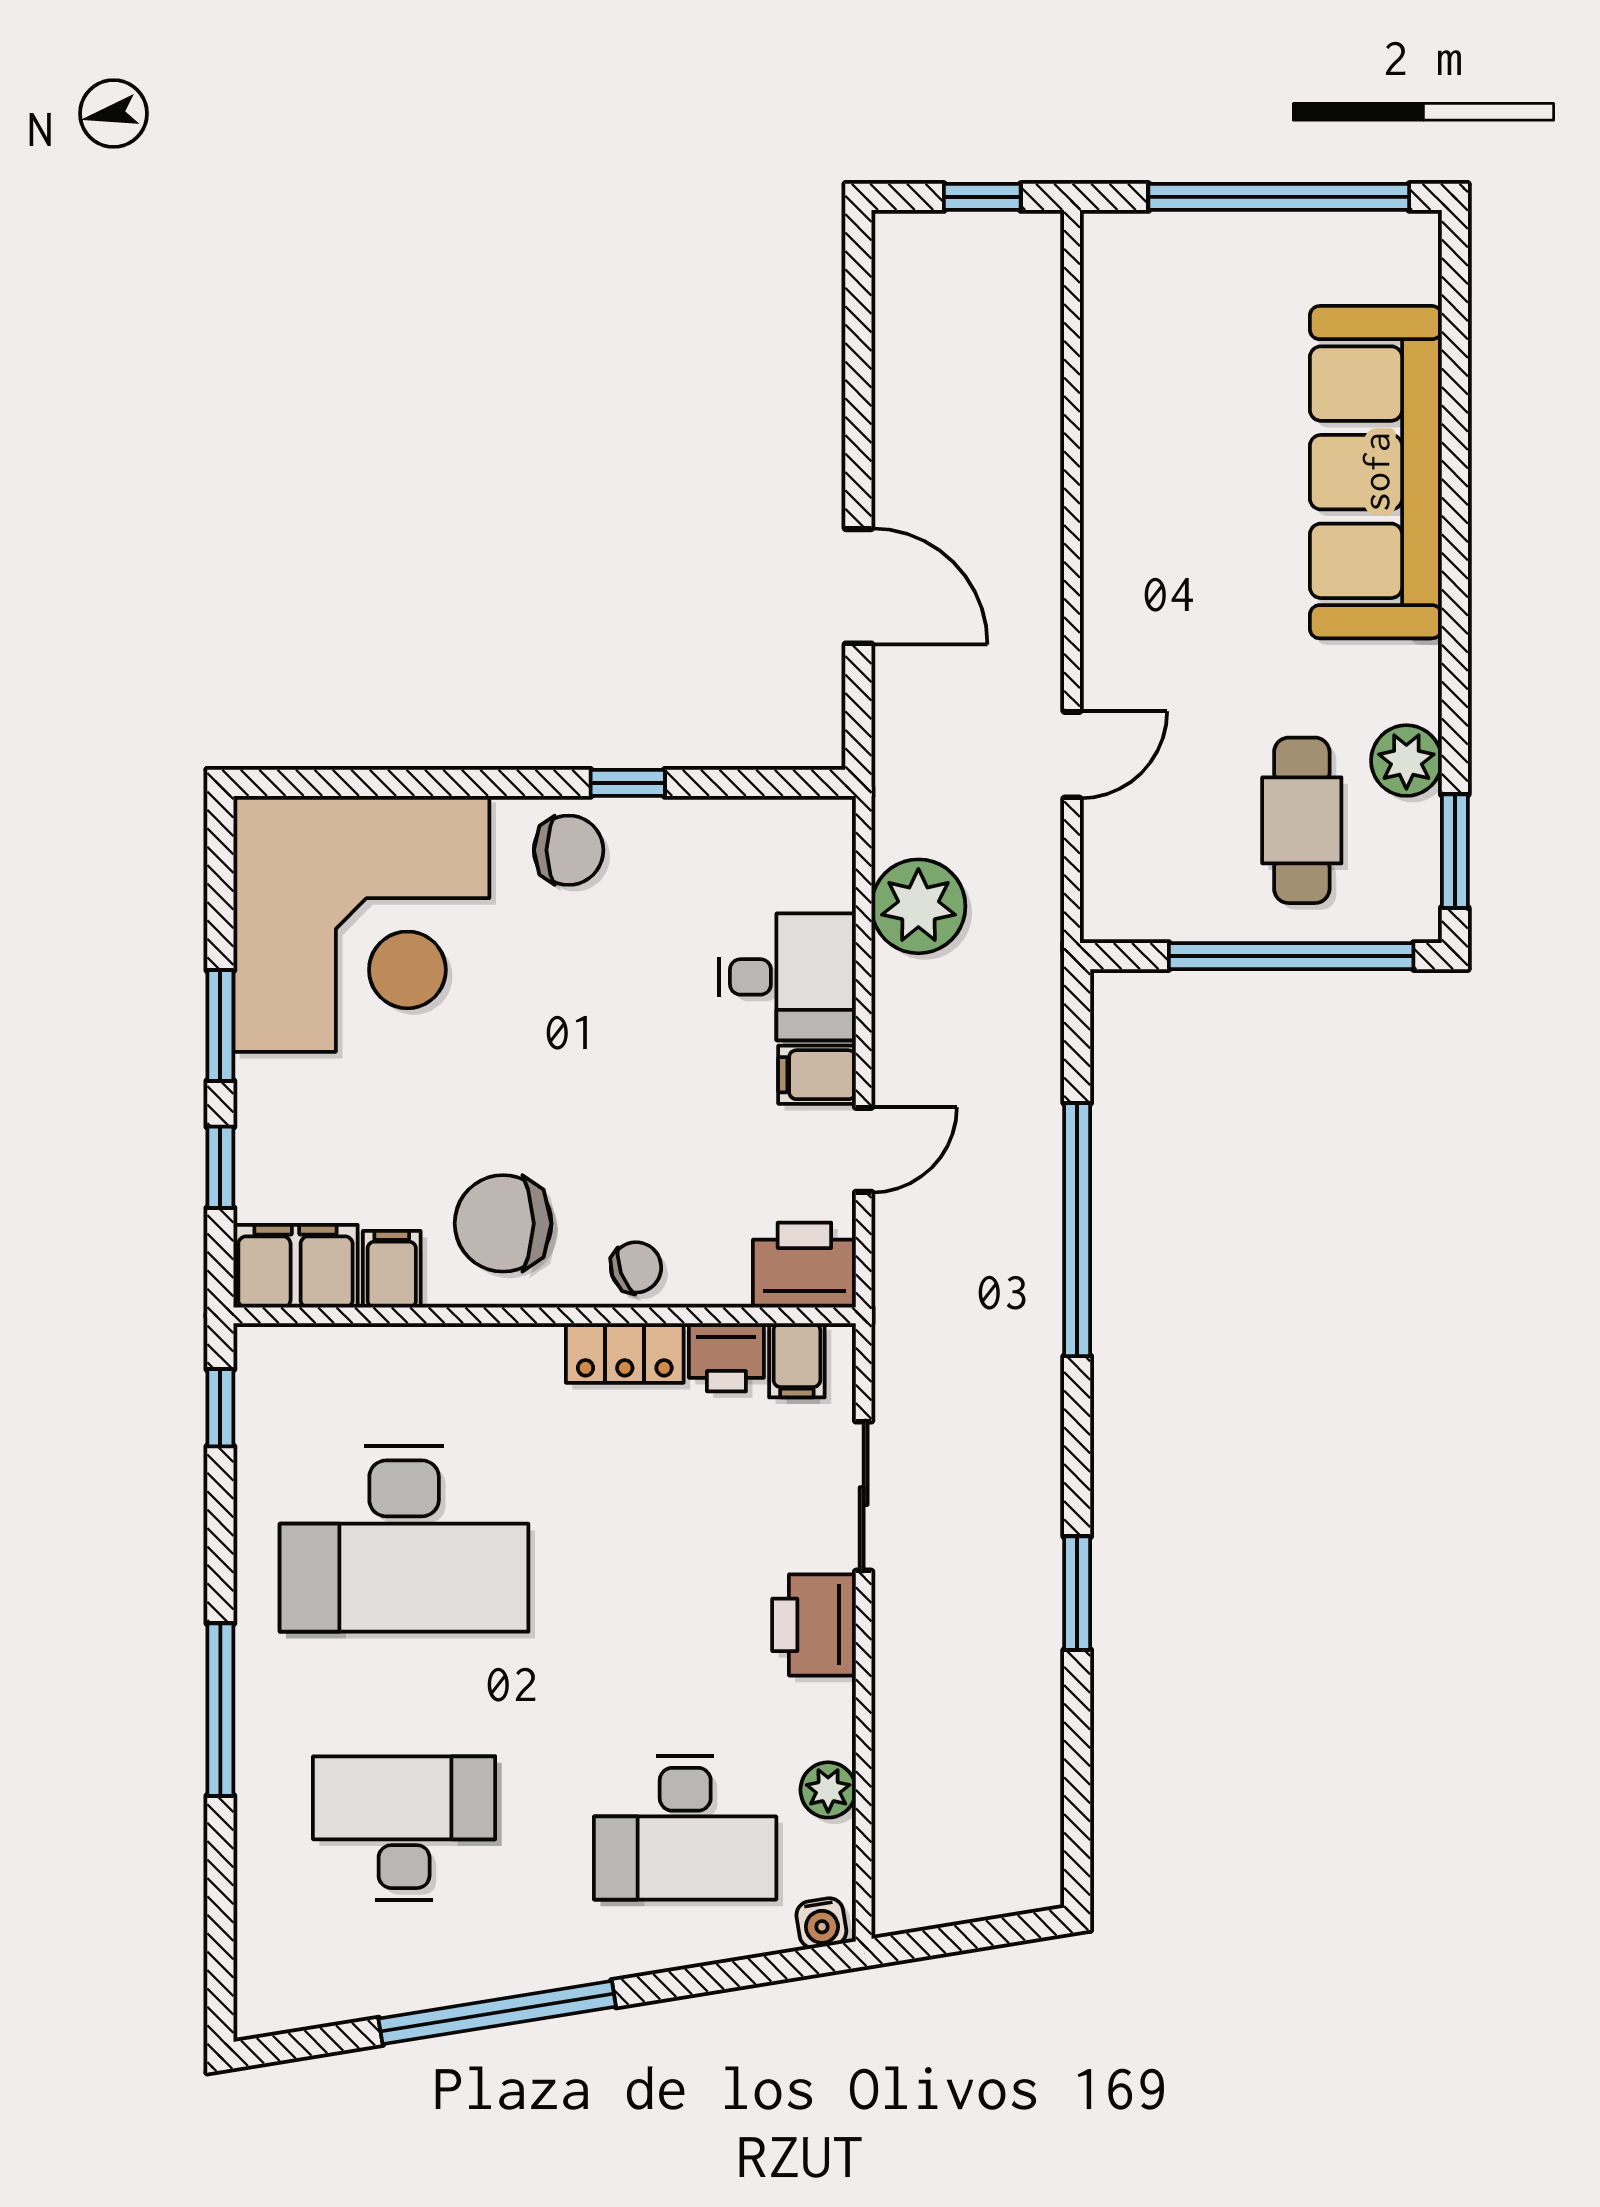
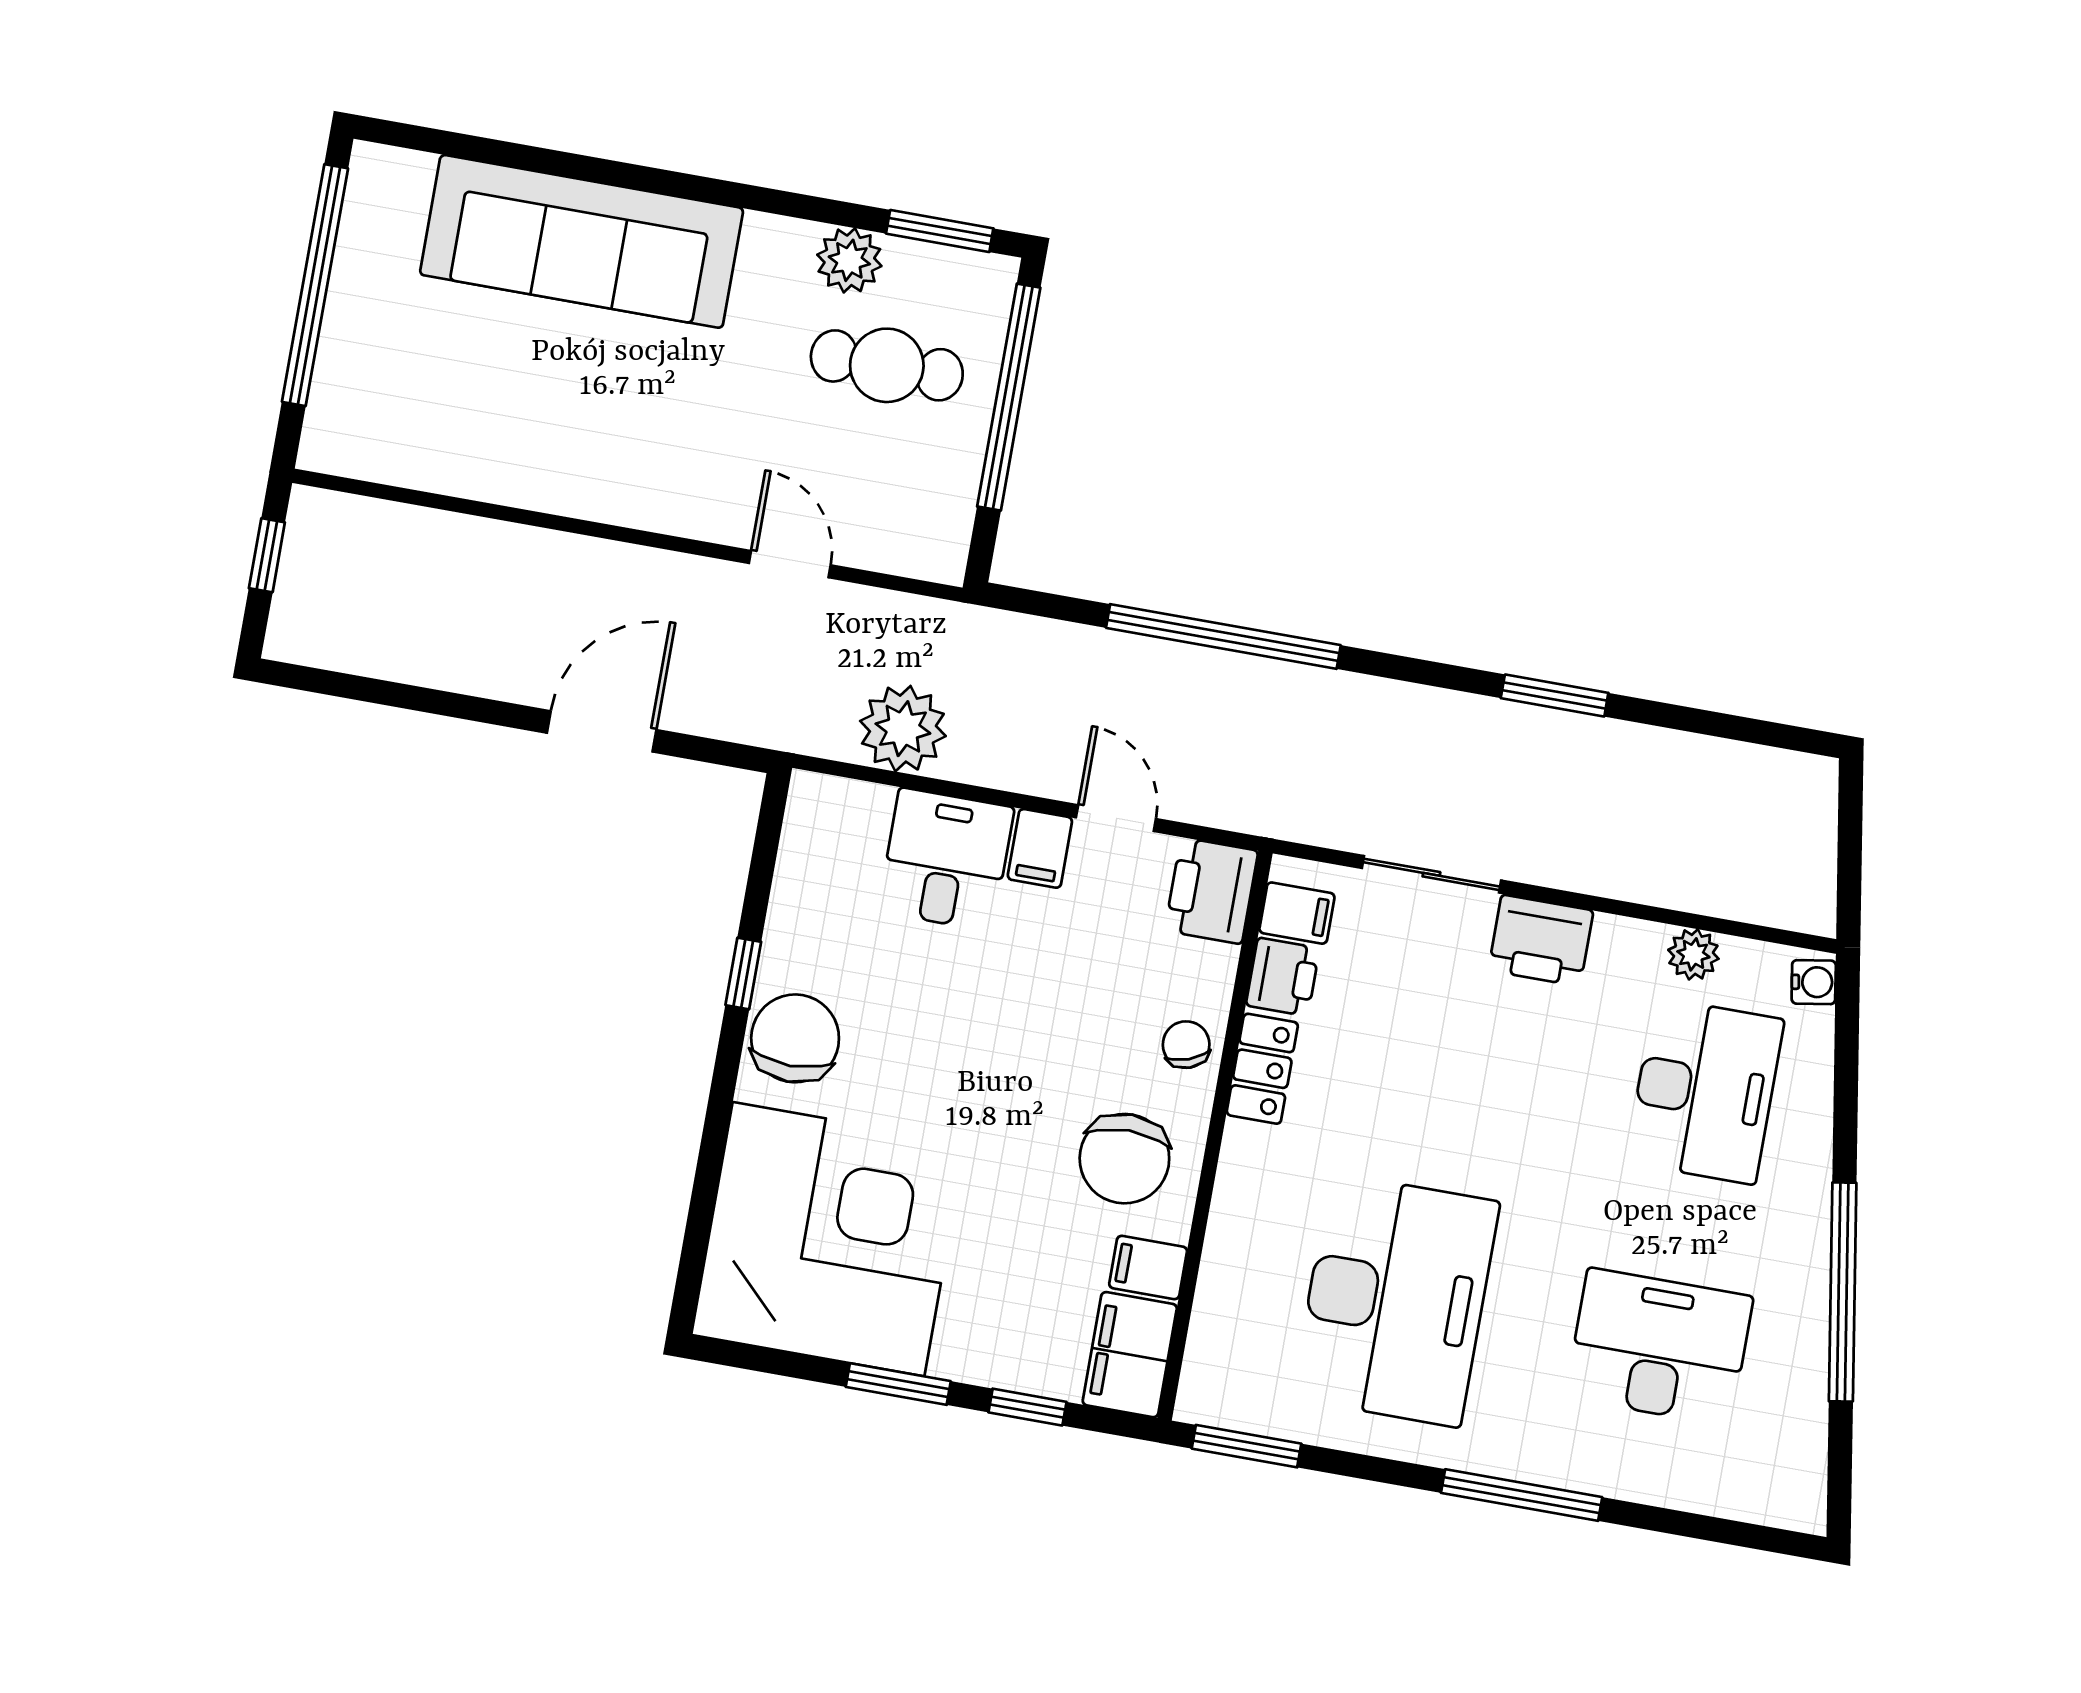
chair: (569, 850) -> (795, 1038), width x1.37, depth x1.37
window: (220, 1408) -> (1247, 1446), width x1.50
desk: (404, 1828) -> (1659, 1347), turned 90

